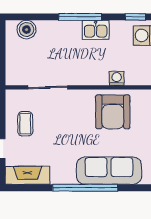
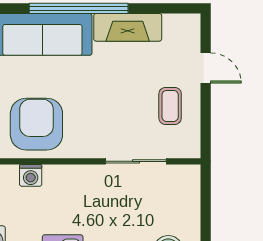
fireplace: (27, 175) -> (128, 27), moved

